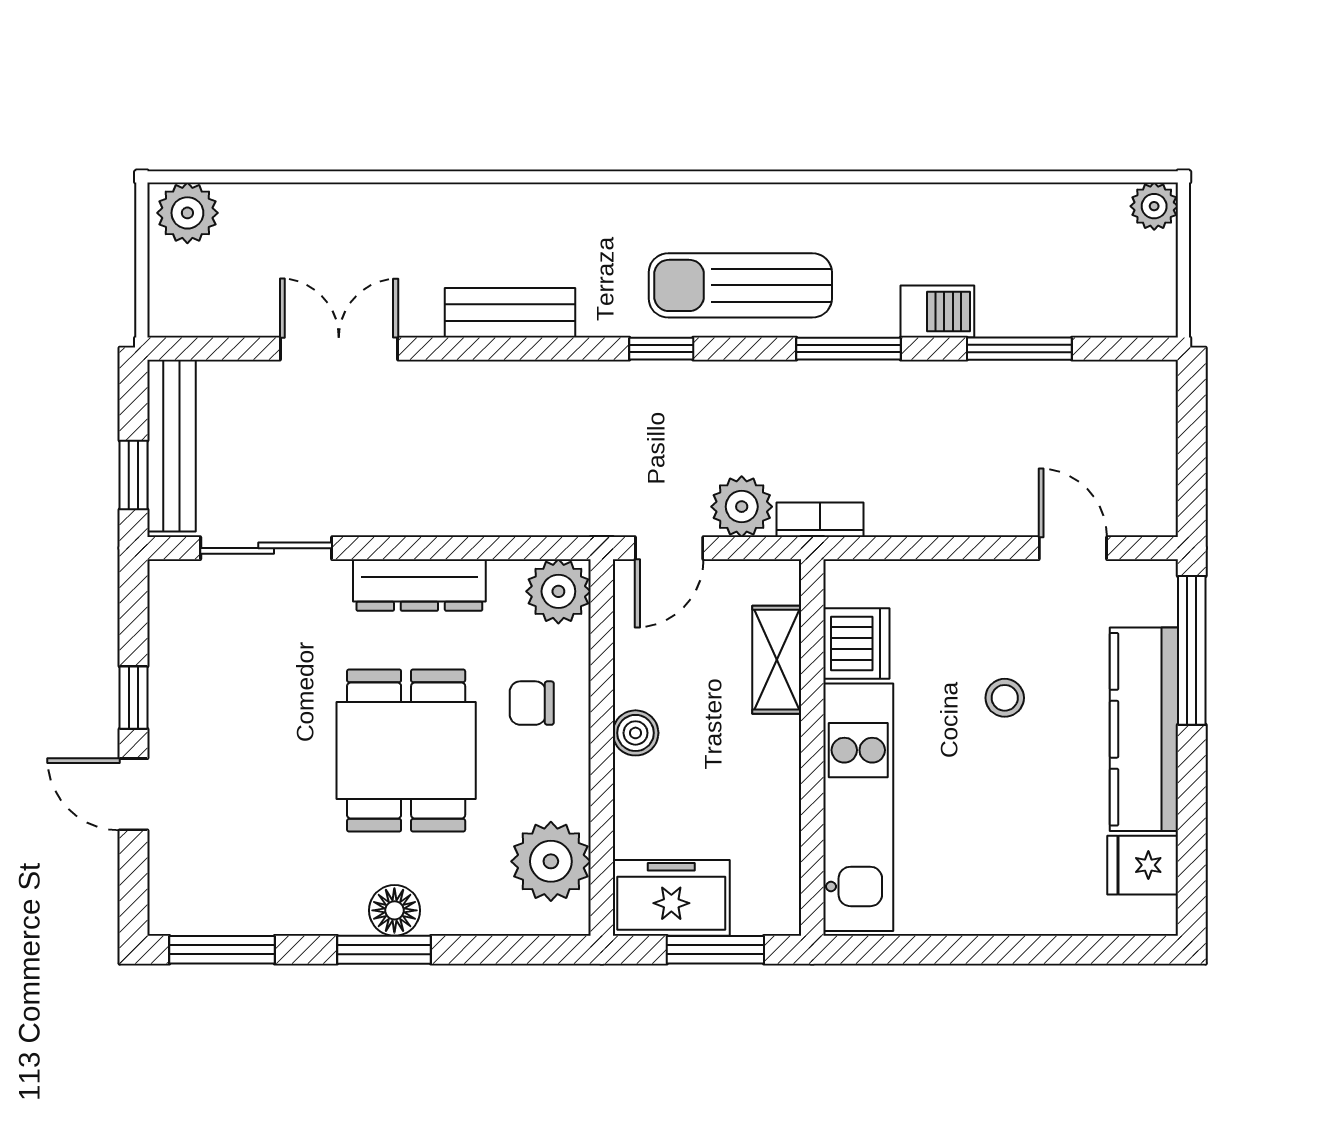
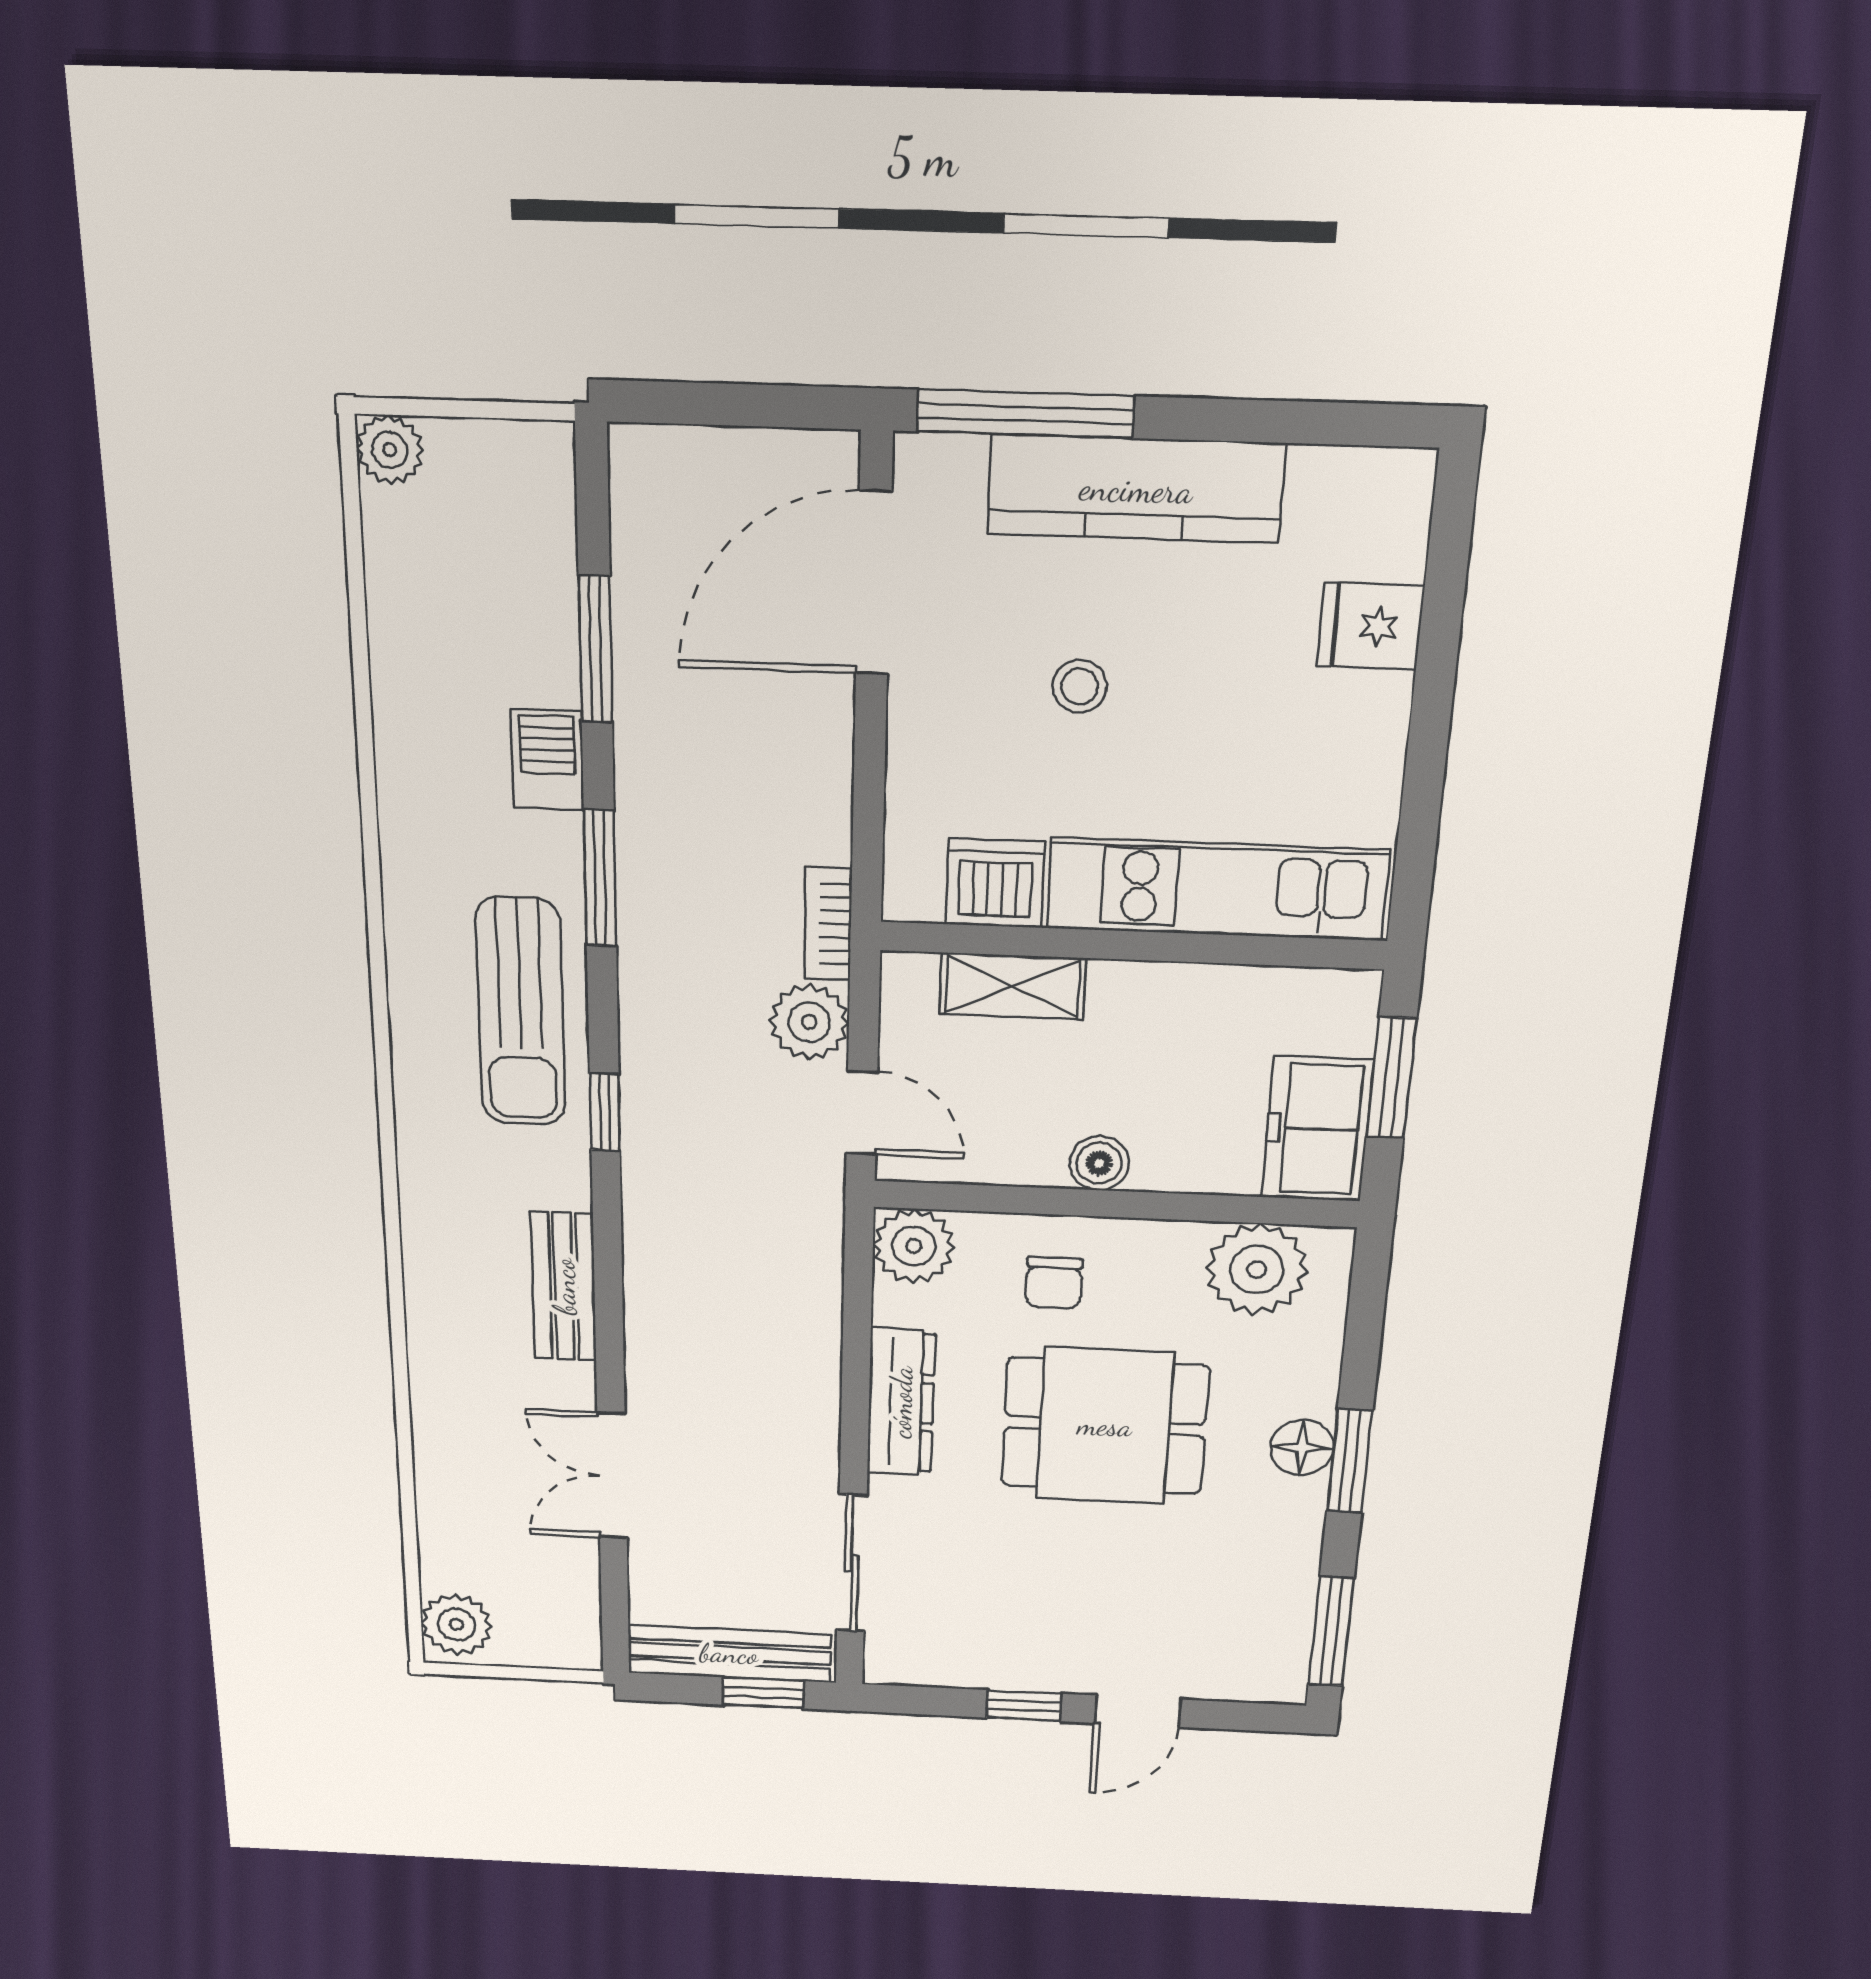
door: (1073, 548) -> (874, 583), width x1.87
fridge: (1143, 865) -> (1370, 626), moved, turned 90

